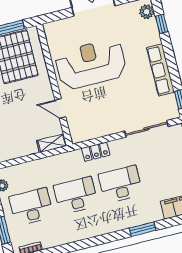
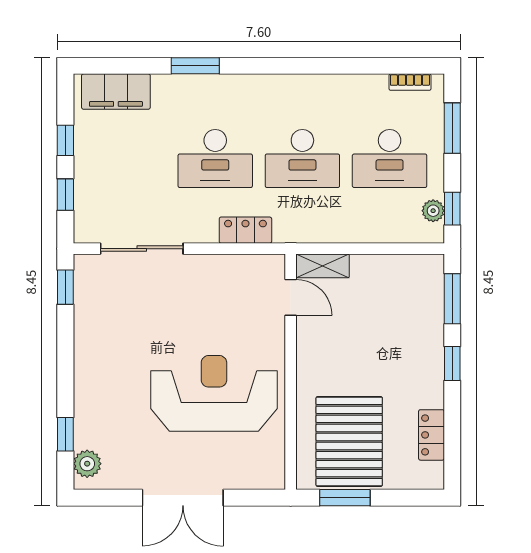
reception desk: (91, 64) -> (214, 393), turned 180
row of seats: (160, 70) -> (89, 350), removed
door: (60, 109) -> (291, 297), moved

